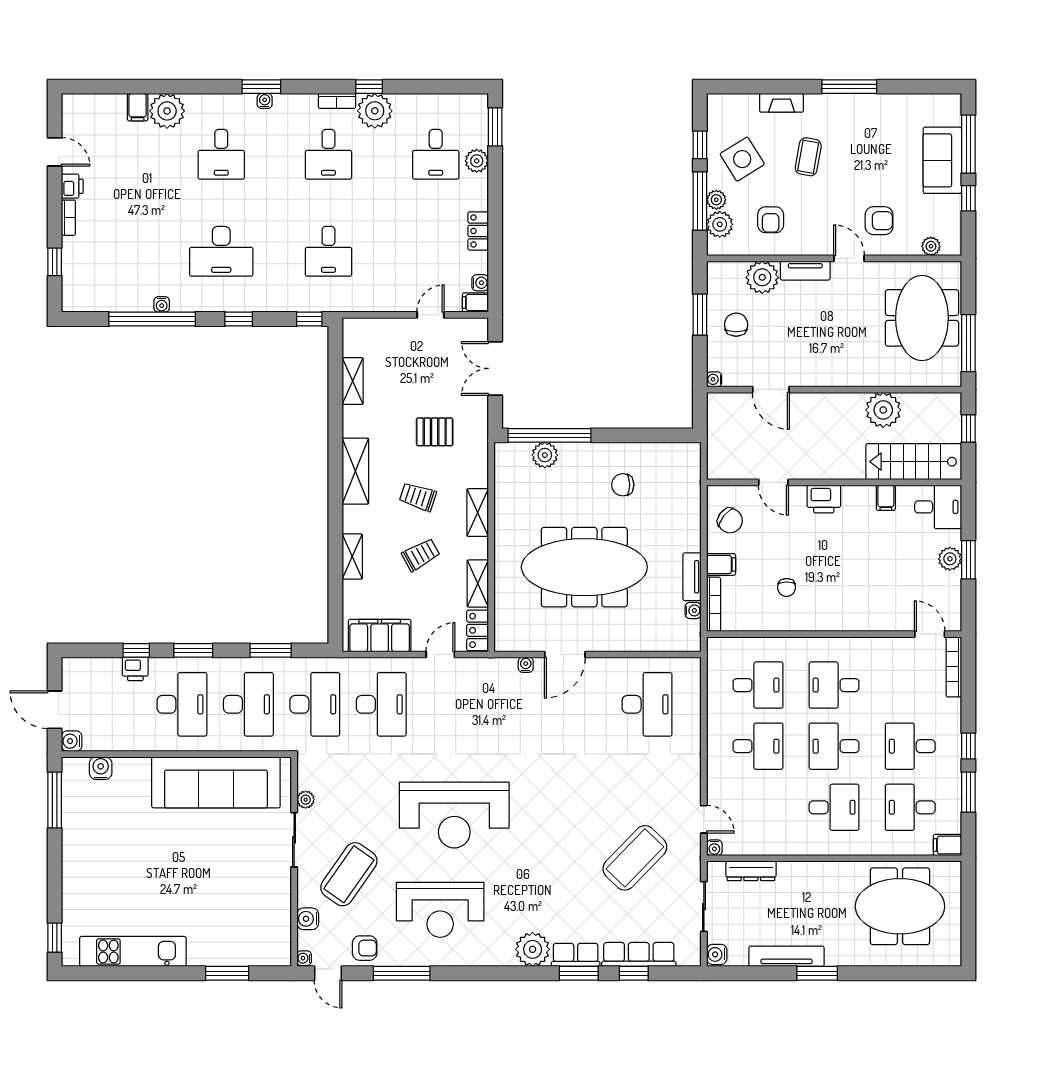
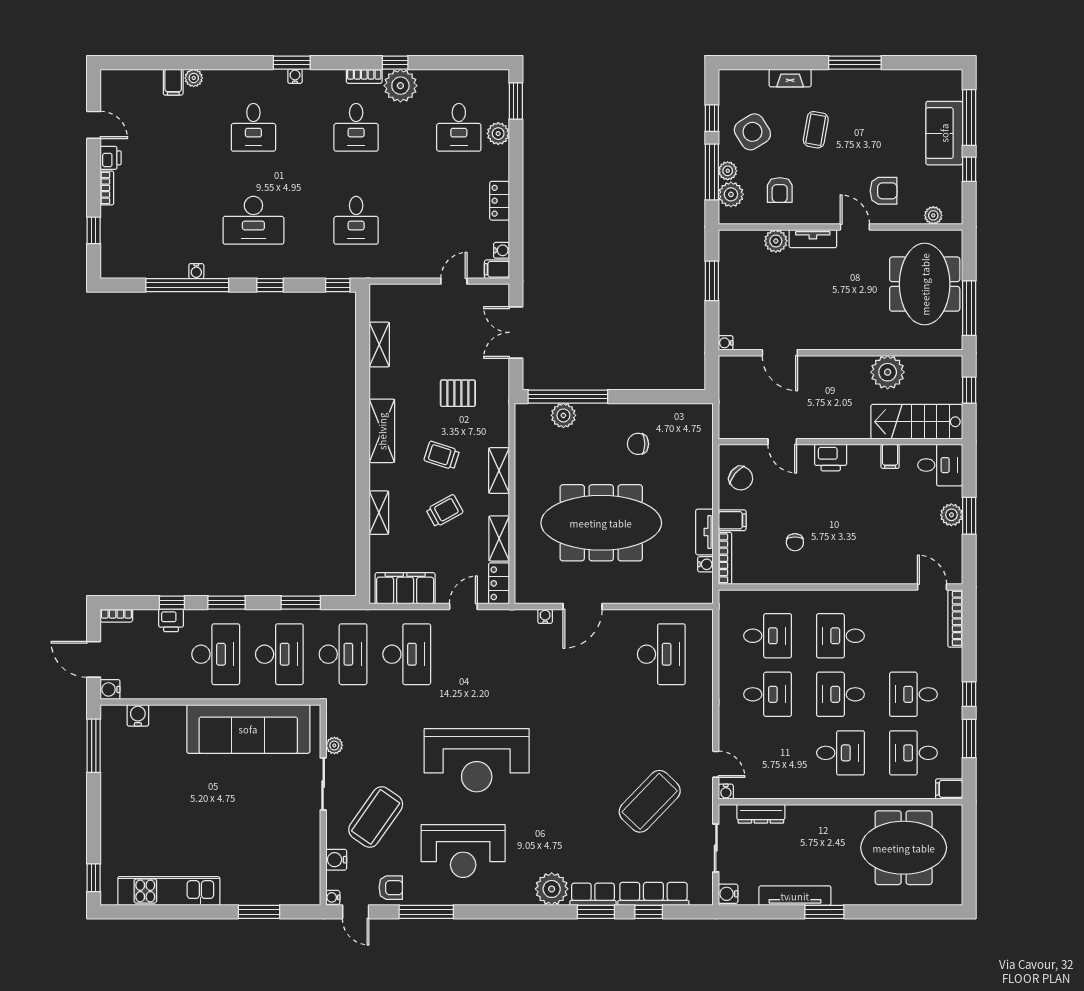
plant: (167, 111) -> (194, 78), width x0.53, depth x0.53
plant: (762, 277) -> (776, 241), width x0.73, depth x0.73
chair: (736, 325) -> (747, 290), removed
bookcase: (78, 664) -> (116, 616), added

